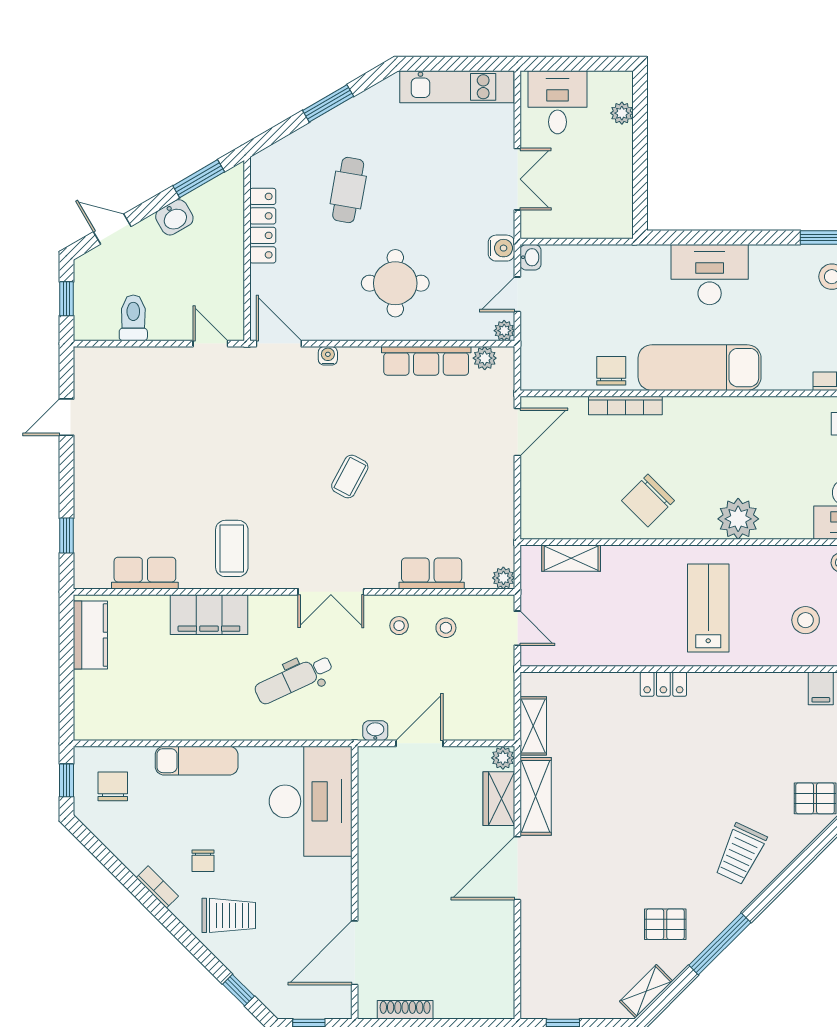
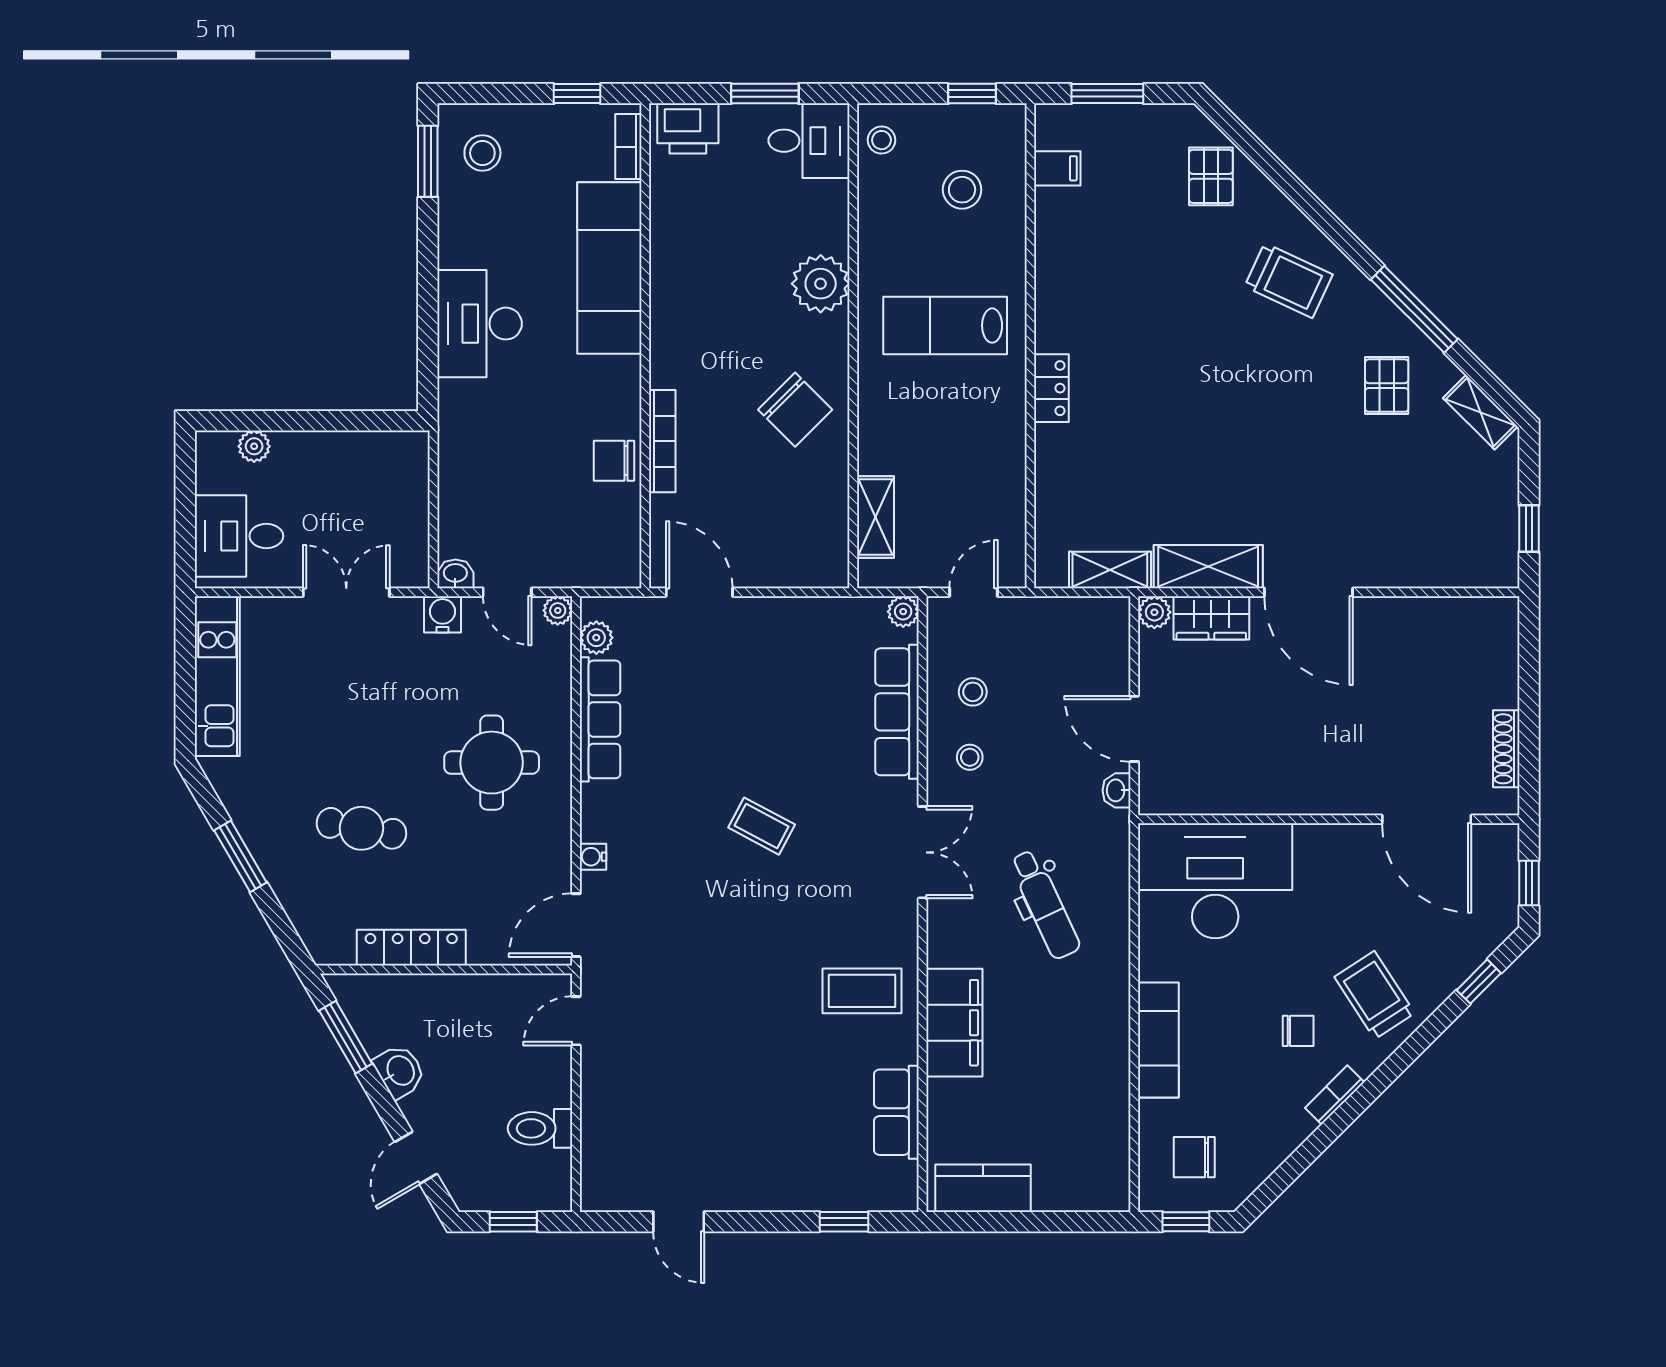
exam couch: (700, 368) -> (609, 268), moved
row of seats: (432, 573) -> (897, 712), width x1.48
trolley: (229, 915) -> (1374, 995), turned -33

